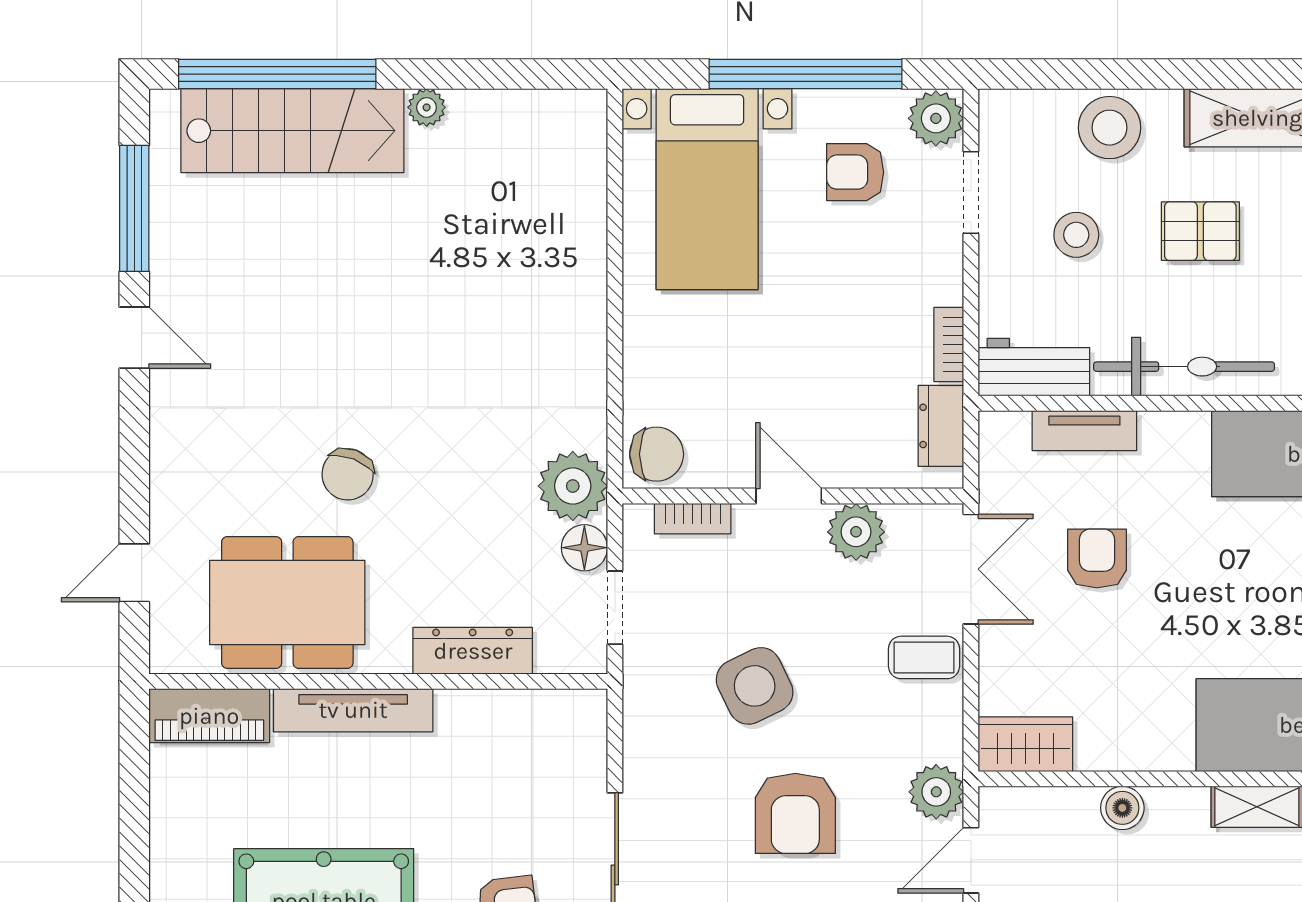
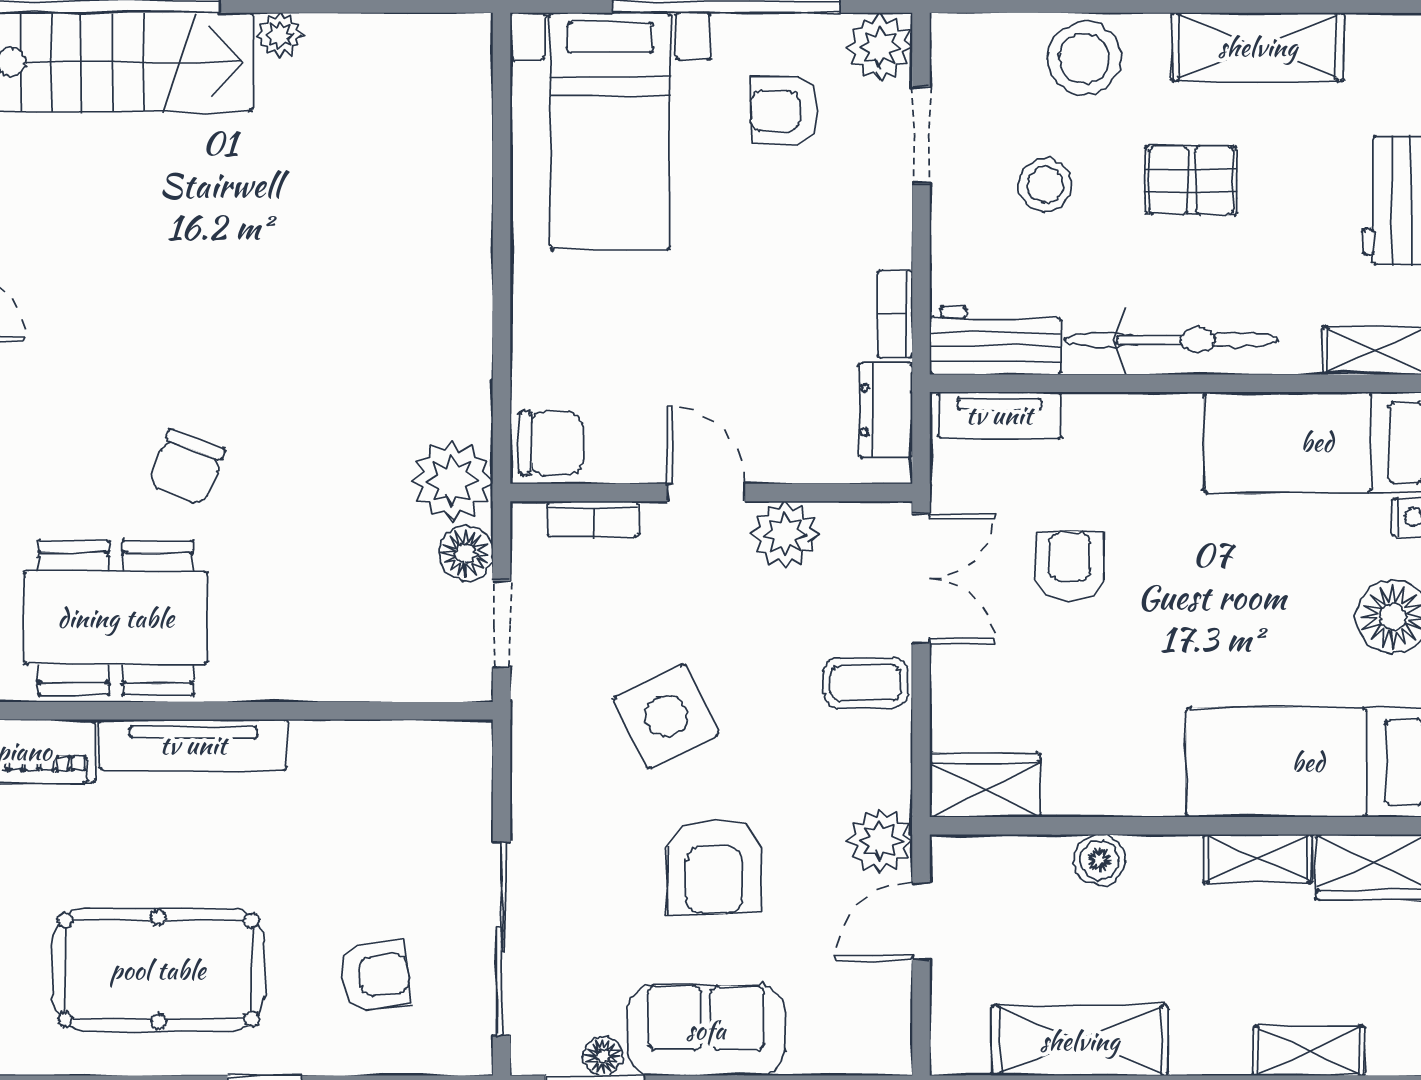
tv unit: (1084, 431) -> (999, 415), moved
dresser: (473, 651) -> (334, 675), removed

